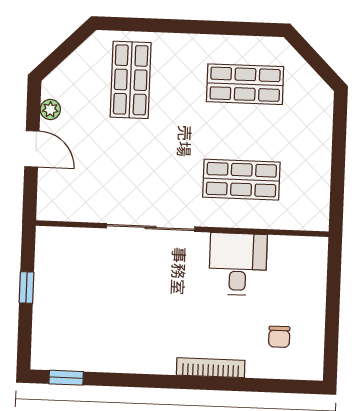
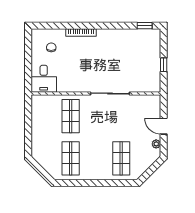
shop shelf: (245, 84) -> (71, 158), turned 90
shop shelf: (241, 180) -> (71, 116), turned 90
desk: (238, 264) -> (44, 79), moved

